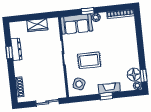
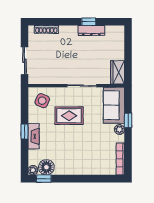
wardrobe: (37, 25) -> (118, 72), moved
rug: (89, 60) -> (69, 116), turned 90

